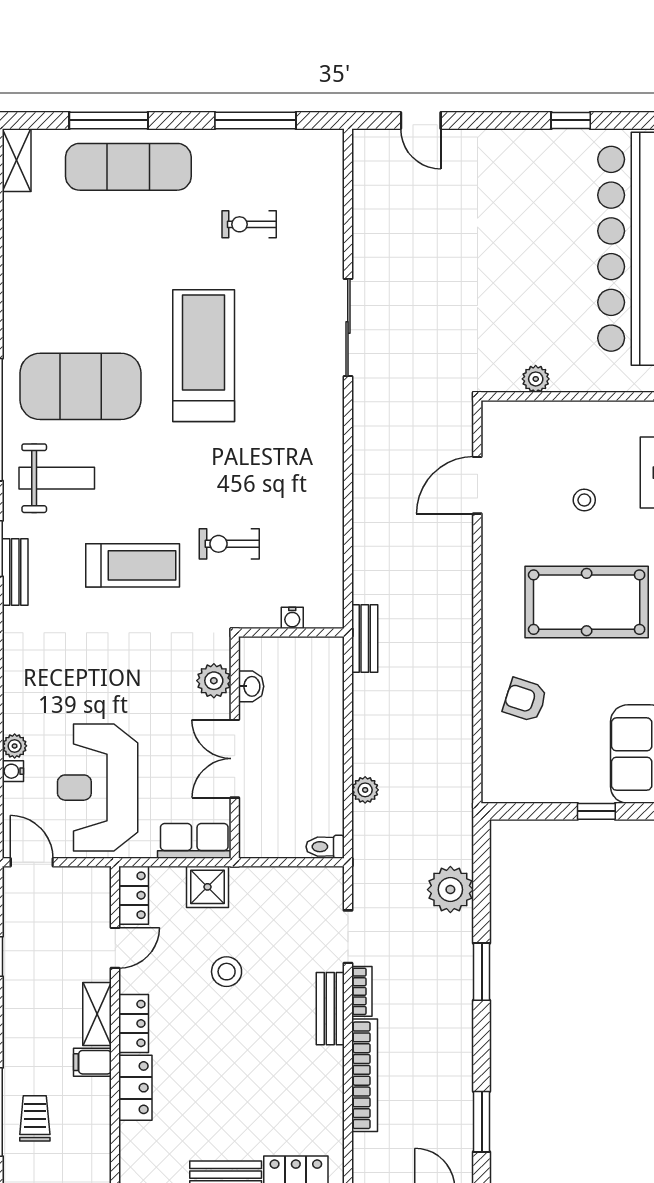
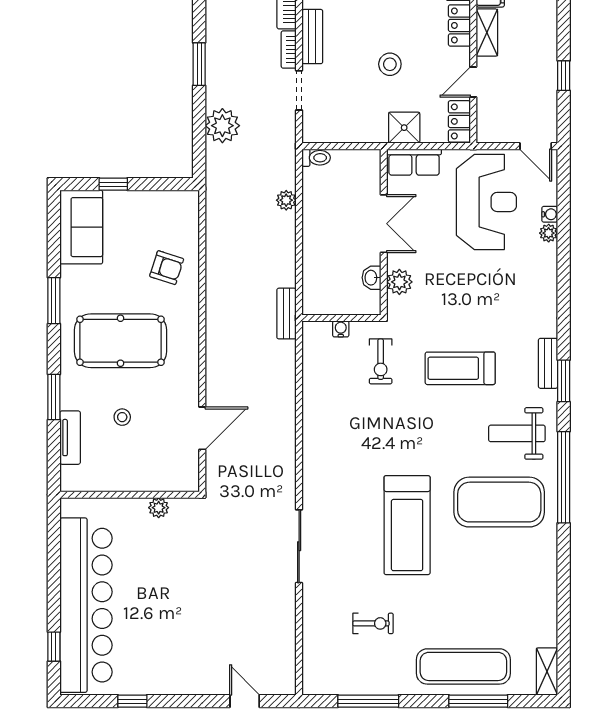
exercise bike: (229, 544) -> (381, 361), moved, turned 90

